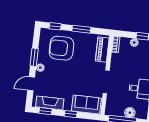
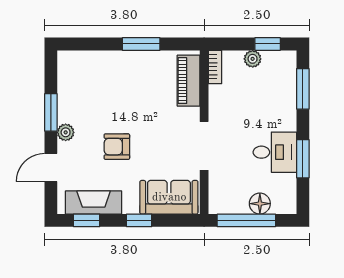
window: (55, 26) -> (87, 44), removed
armchair: (61, 48) -> (117, 147), moved, width x0.53, depth x0.53

